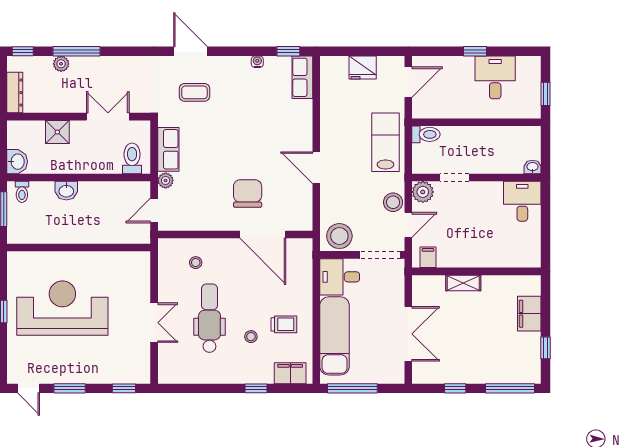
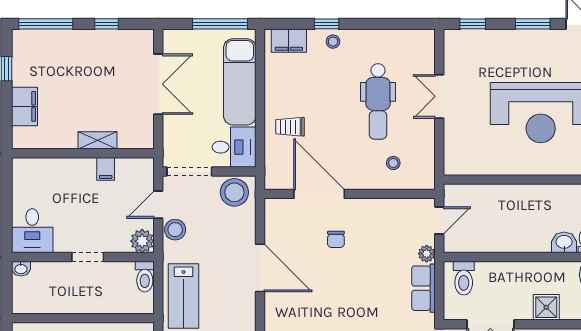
toilet: (426, 134) -> (145, 277), moved, turned -90
door: (316, 168) -> (260, 268), width x1.36
doorway: (455, 177) -> (88, 257), moved
washbasin: (66, 191) -> (564, 242), moved
chair: (248, 193) -> (336, 239), width x0.54, depth x0.54
filing cabinet: (428, 257) -> (106, 169), moved
trolley: (284, 324) -> (290, 127), moved
double door: (408, 334) -> (158, 84), swing flipped
stool: (251, 337) -> (333, 42), moved

